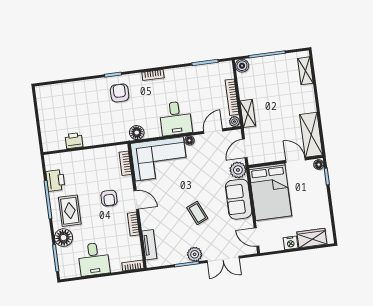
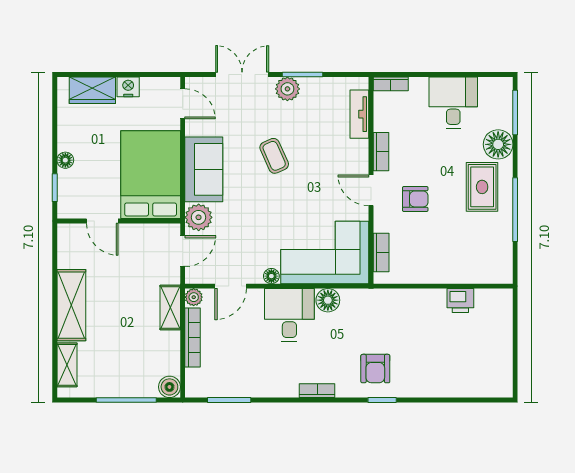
floor lamp: (137, 133) -> (328, 300), moved
shelving: (311, 135) -> (71, 305), moved
floor lamp: (319, 165) -> (65, 160), moved
printer: (55, 180) -> (499, 239), removed
armchair: (109, 198) -> (415, 199), turned 90

